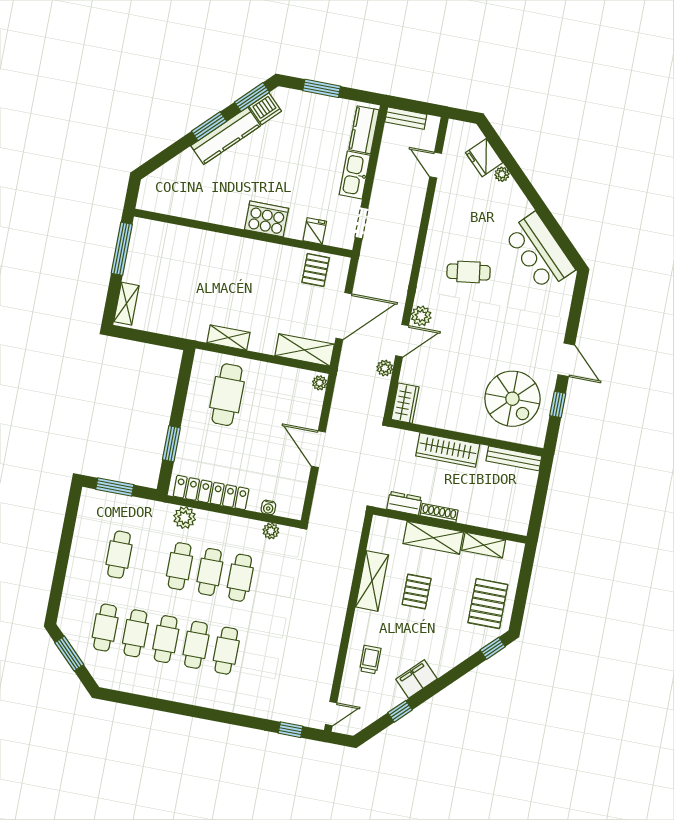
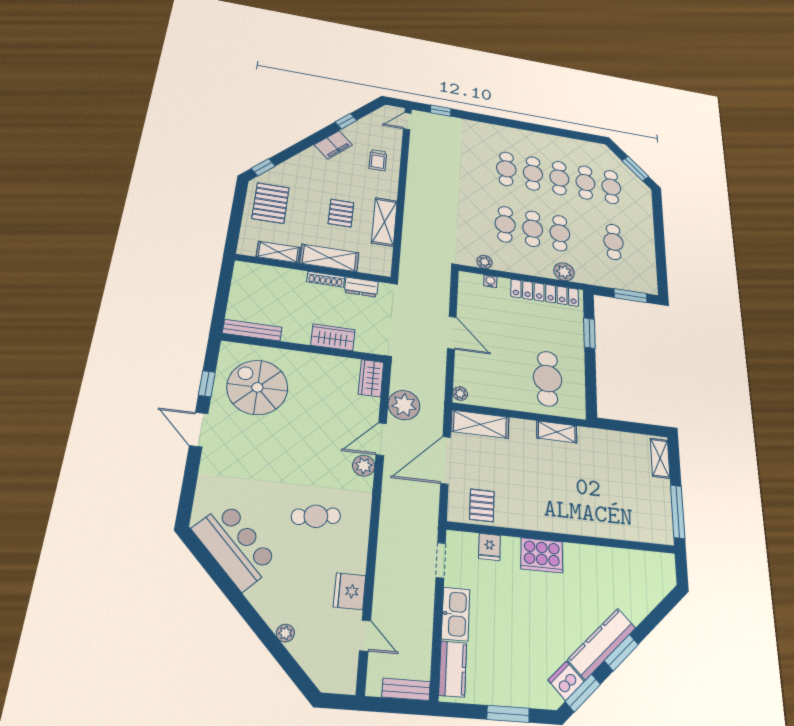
fridge: (484, 158) -> (350, 591), moved, turned -135
plant: (385, 368) -> (404, 405), width x1.88, depth x1.88
wardrobe: (448, 450) -> (333, 337), width x0.67

